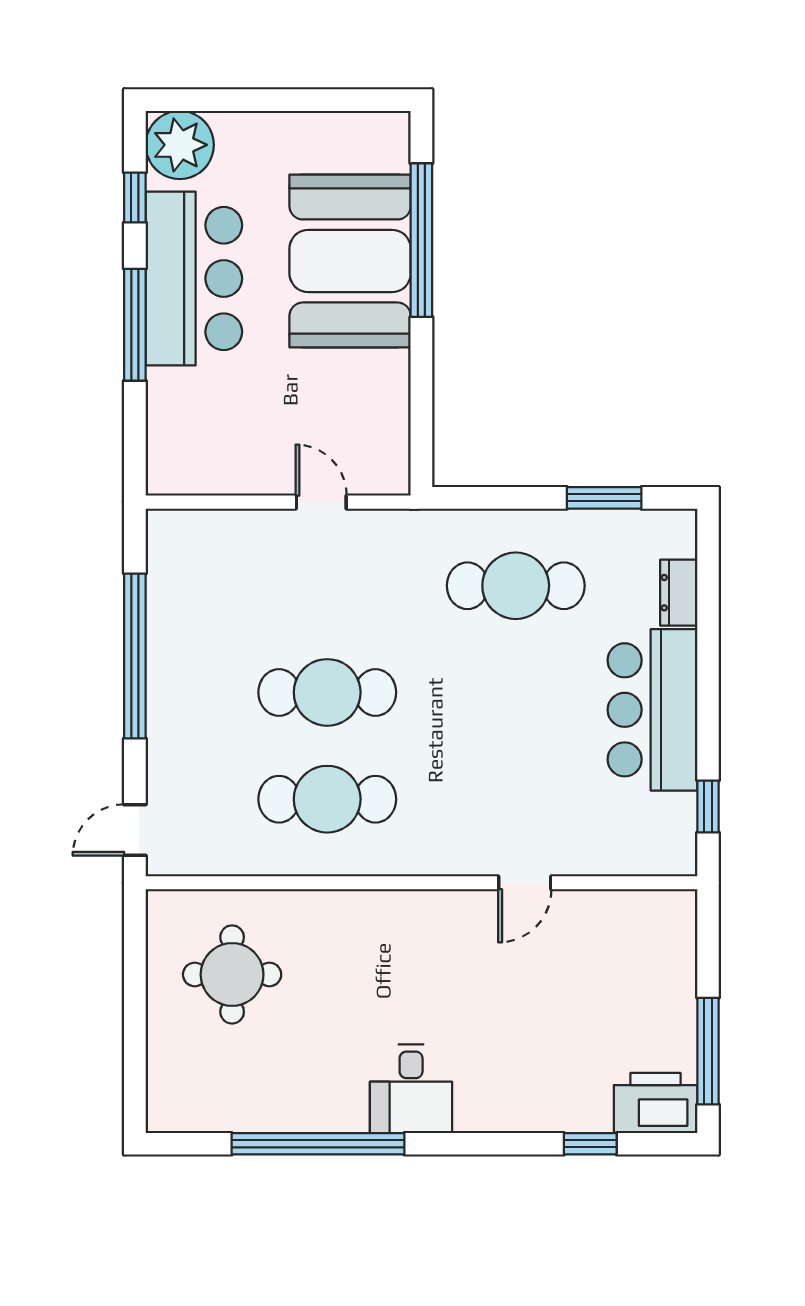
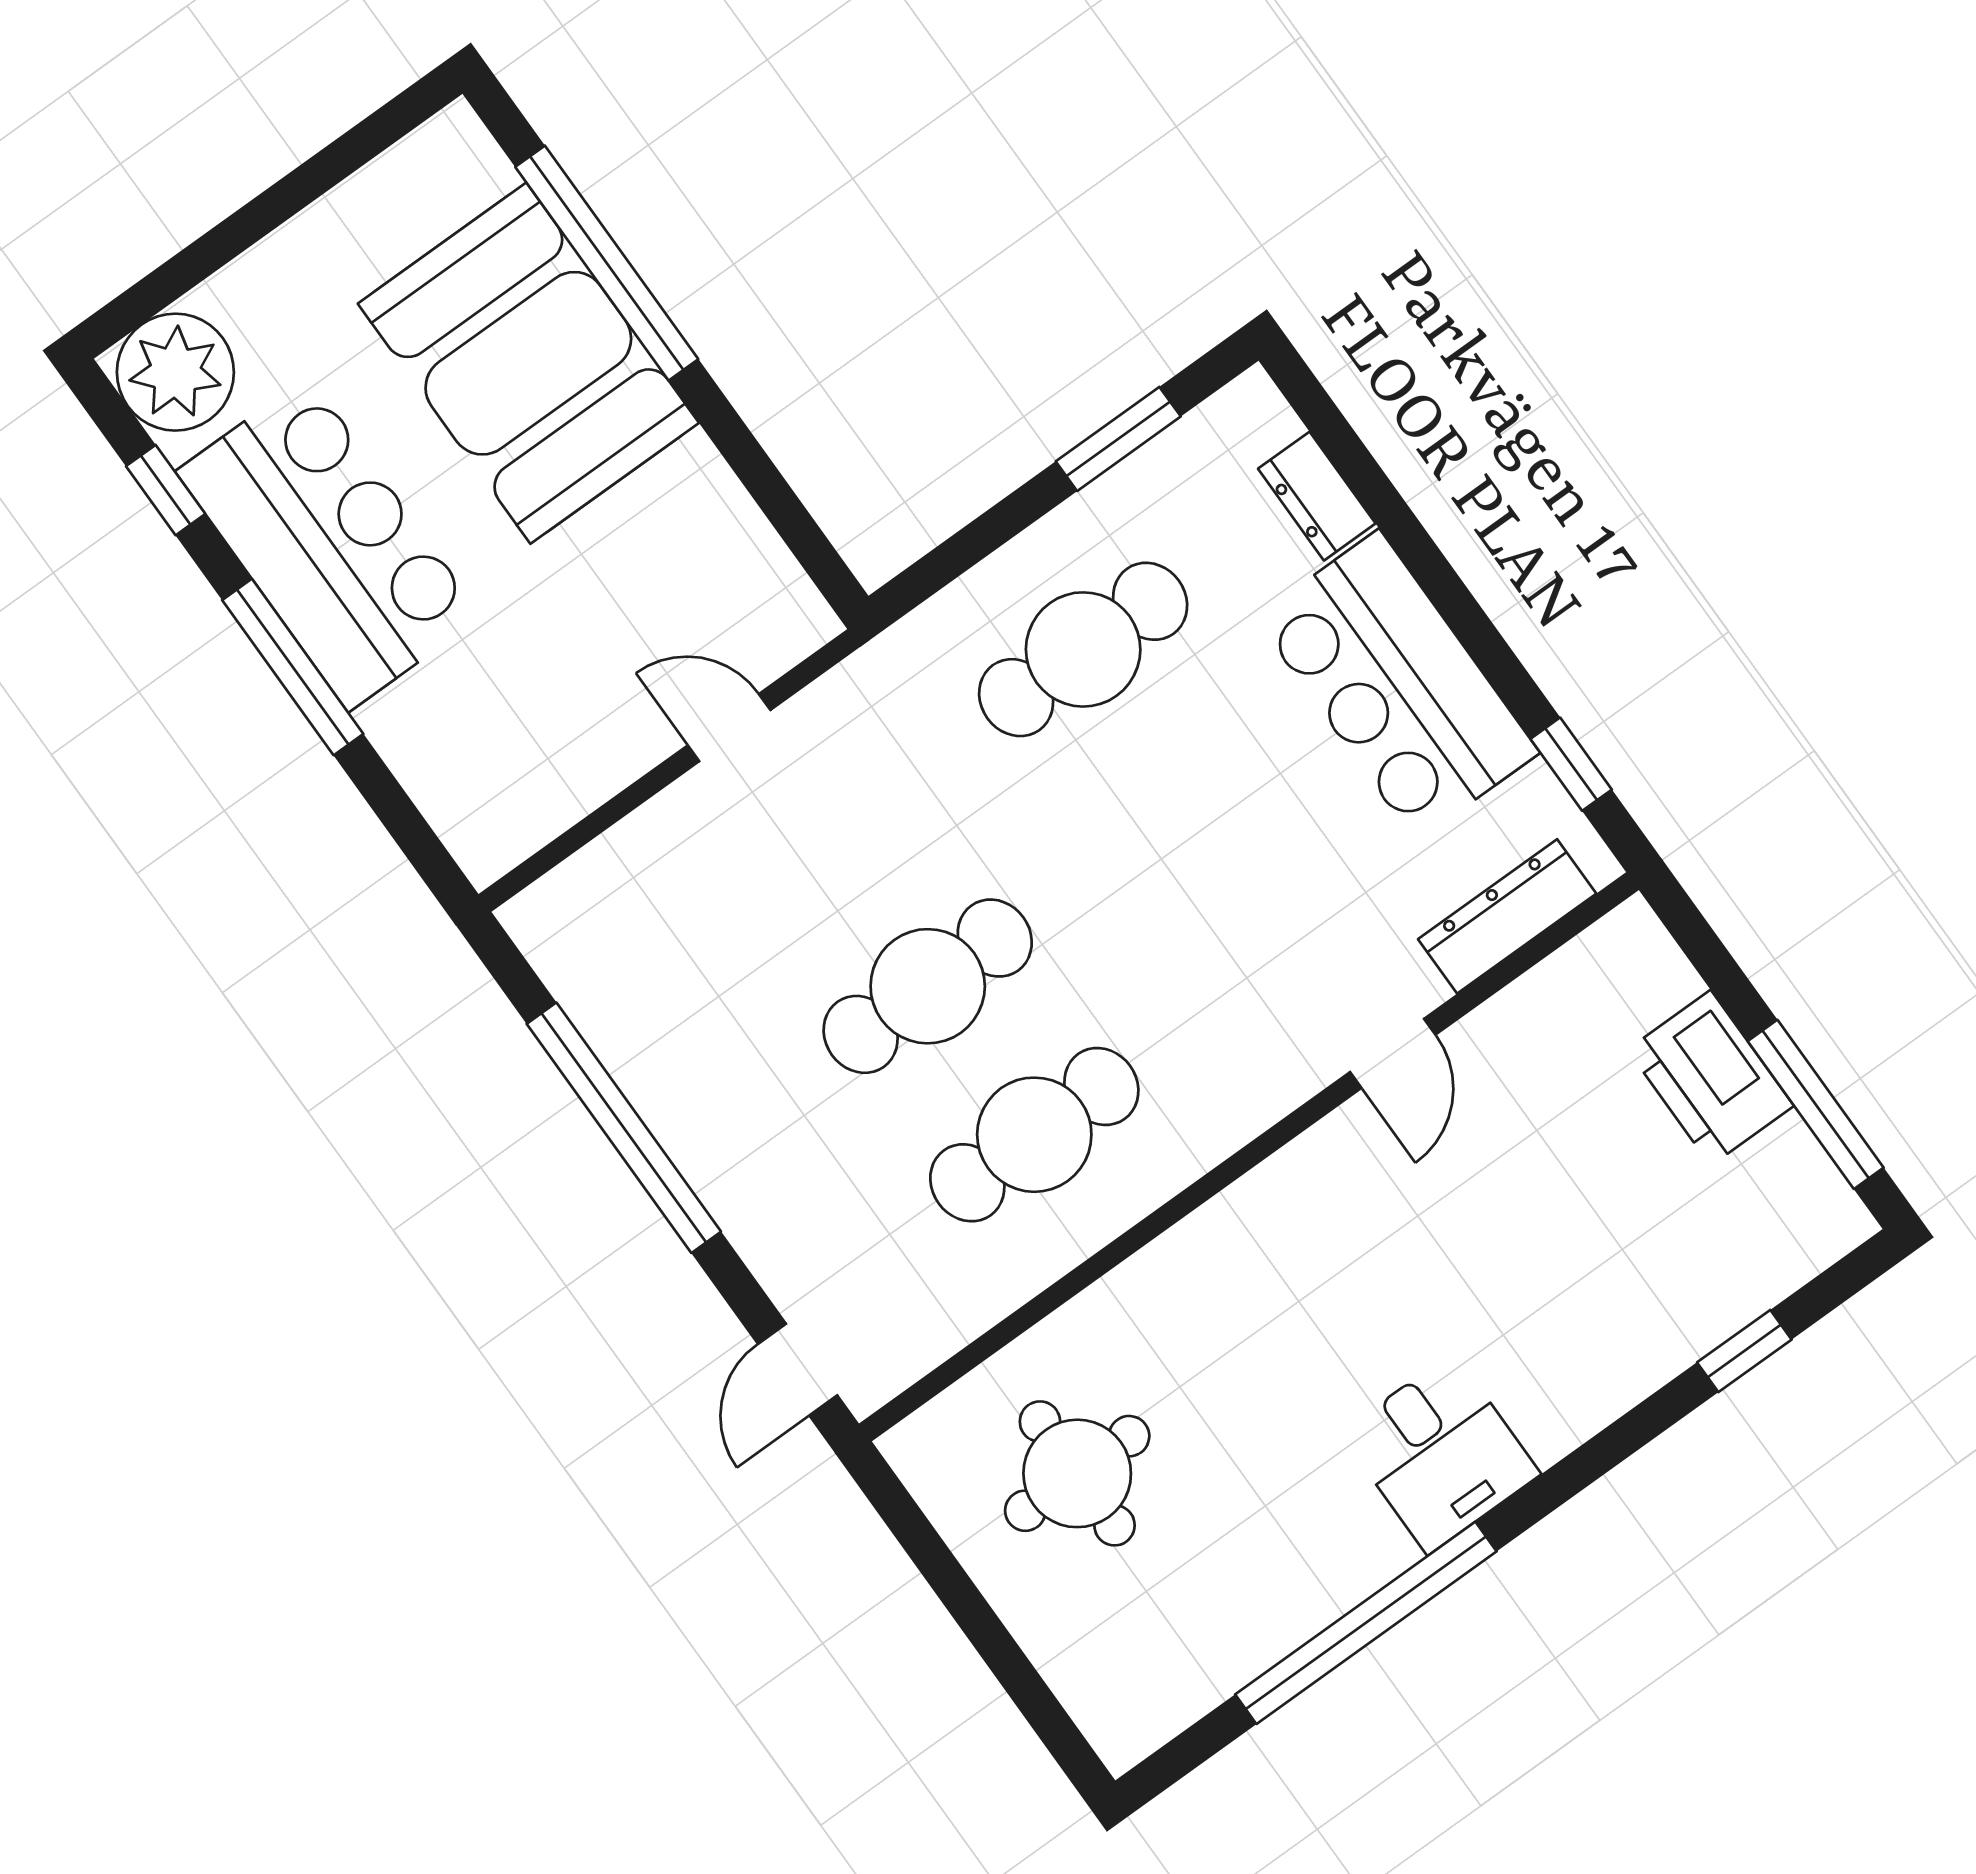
dresser: (626, 857) -> (1507, 916), added
printer: (656, 1103) -> (1711, 1078), moved, turned -90

